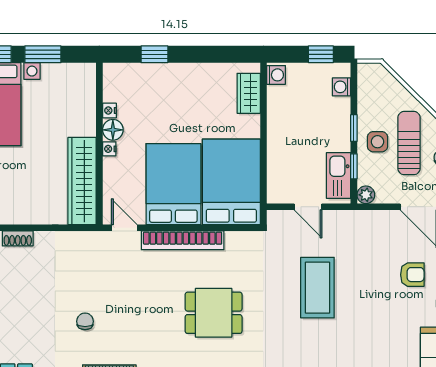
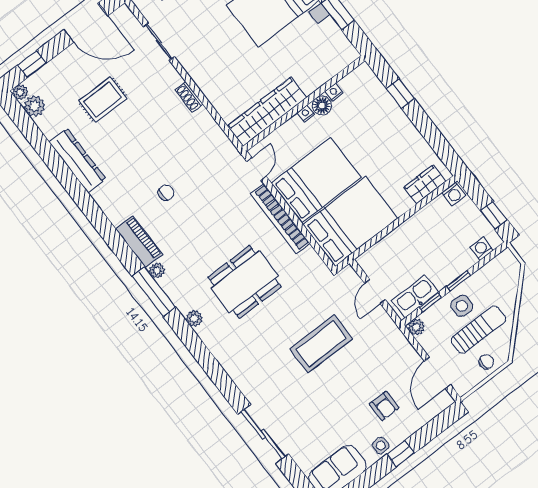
dining table: (214, 313) -> (244, 282), width x1.38

